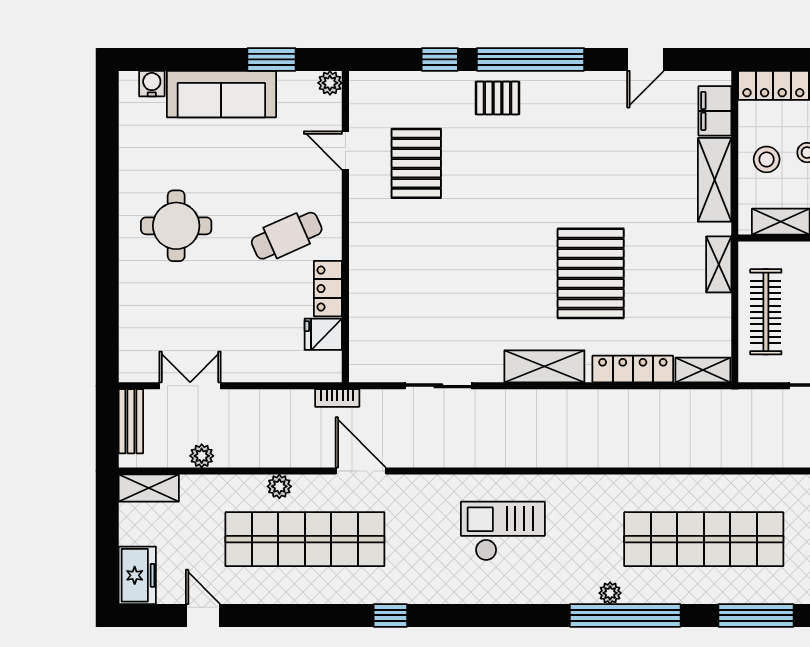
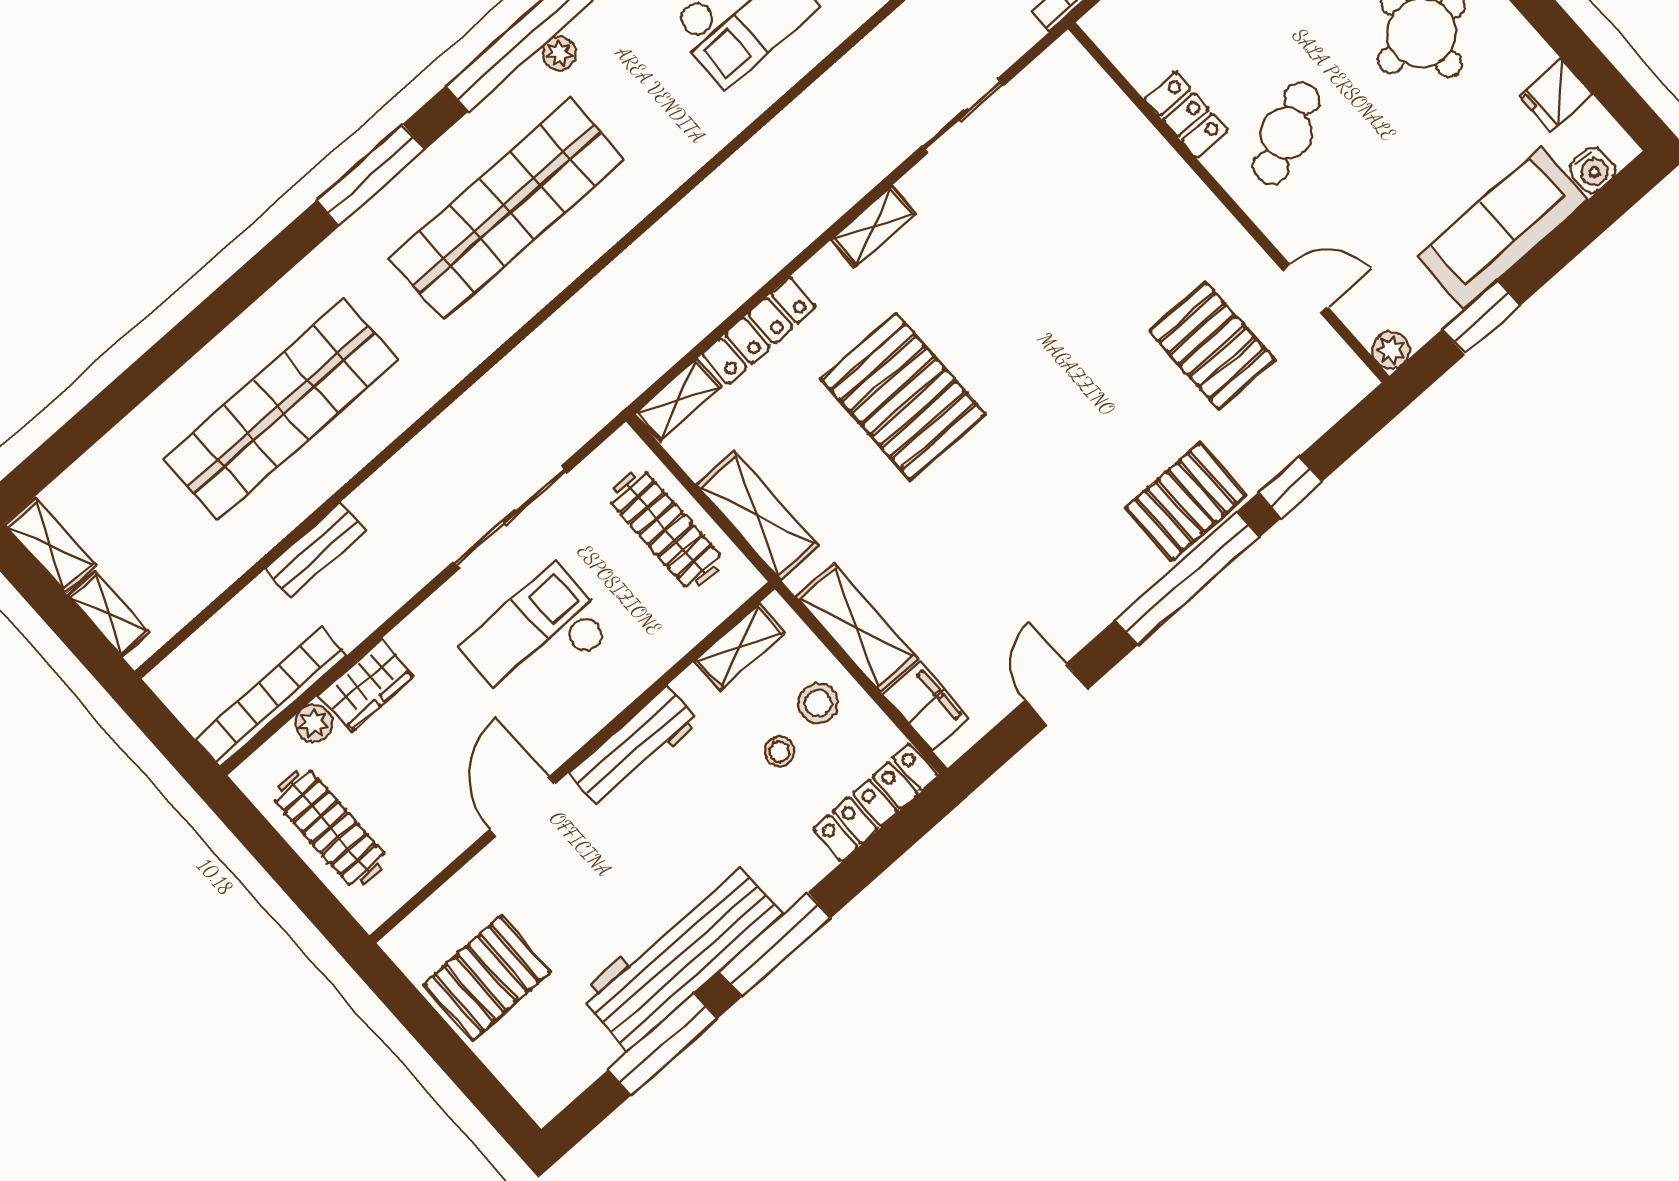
pallet: (497, 98) -> (1186, 502), width x1.50, depth x1.42
shelving: (719, 264) -> (757, 516), width x1.50, depth x1.33
fridge: (323, 334) -> (1556, 95), moved, turned 180
shelving: (544, 366) -> (873, 226), width x0.67, depth x0.75

